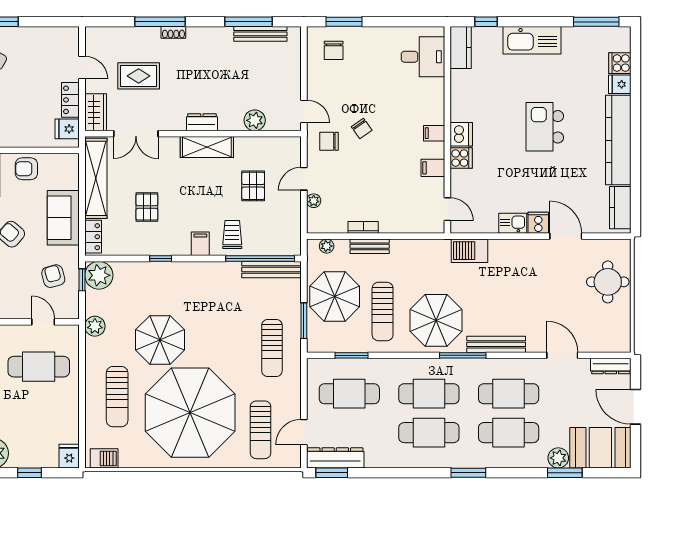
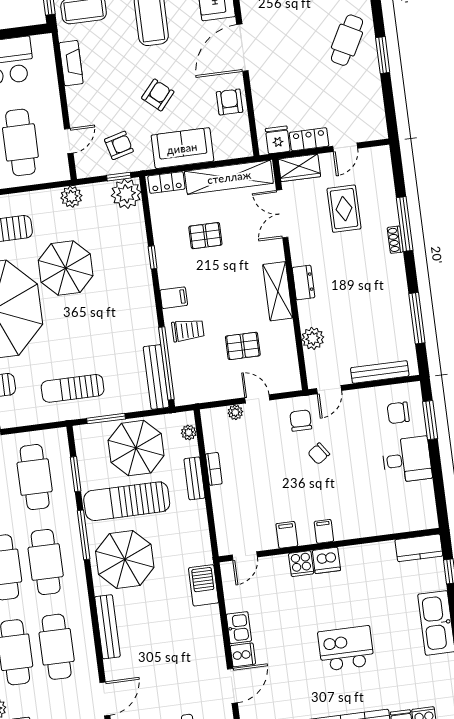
bench: (260, 34) -> (380, 372), moved, turned 90
desk: (423, 57) -> (407, 460), moved, turned -90
sun lounger: (383, 312) -> (127, 501), width x1.36, depth x1.34
window: (463, 355) -> (84, 535), moved

